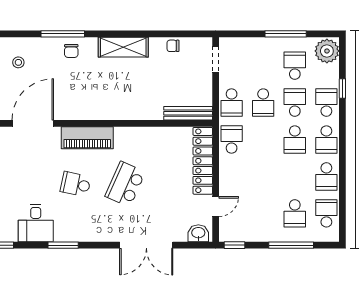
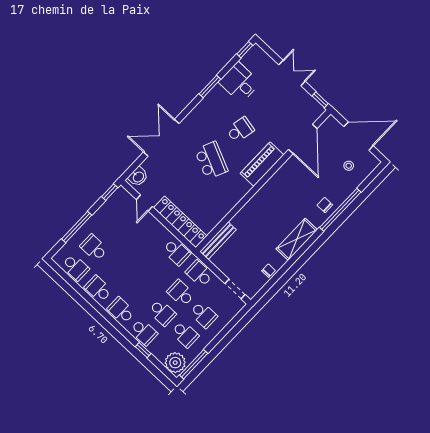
window: (63, 34) -> (340, 210), width x1.46
window: (286, 34) -> (194, 364), moved
school desk: (295, 139) -> (204, 315), moved, turned 180

